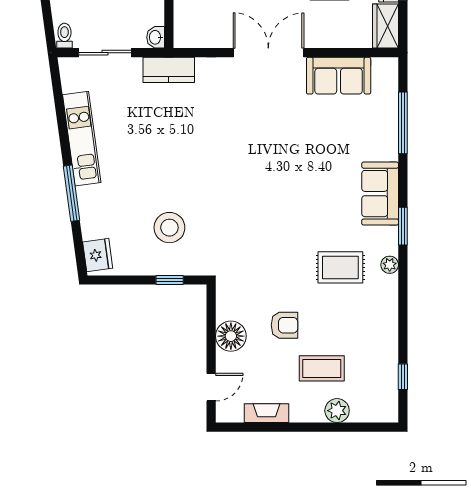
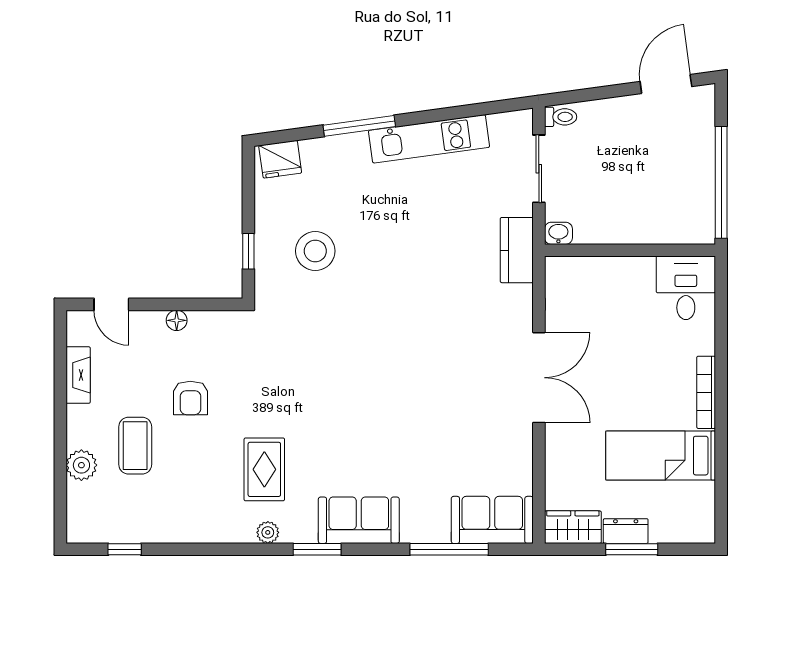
sofa: (339, 76) -> (492, 520), moved, turned 90
floor lamp: (231, 336) -> (177, 320), width x0.53, depth x0.53

